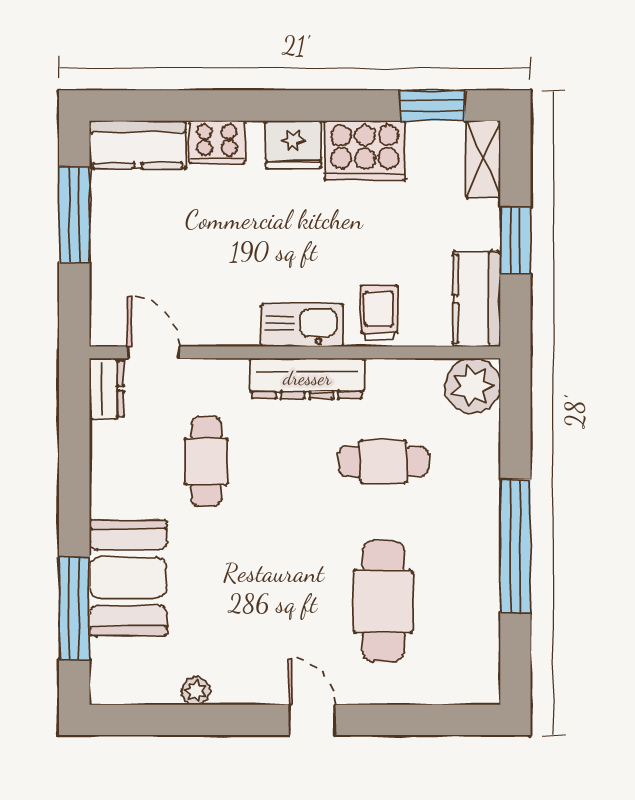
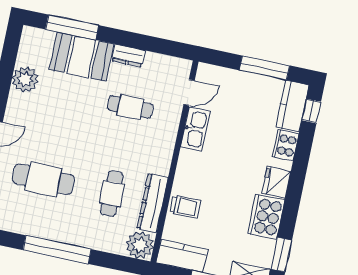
window: (140, 105) -> (311, 111), added
kitchen sink: (302, 325) -> (195, 129), moved
dresser: (307, 378) -> (152, 203), moved
dresser: (107, 389) -> (128, 56), moved
plant: (195, 691) -> (25, 79), width x1.87, depth x1.87

